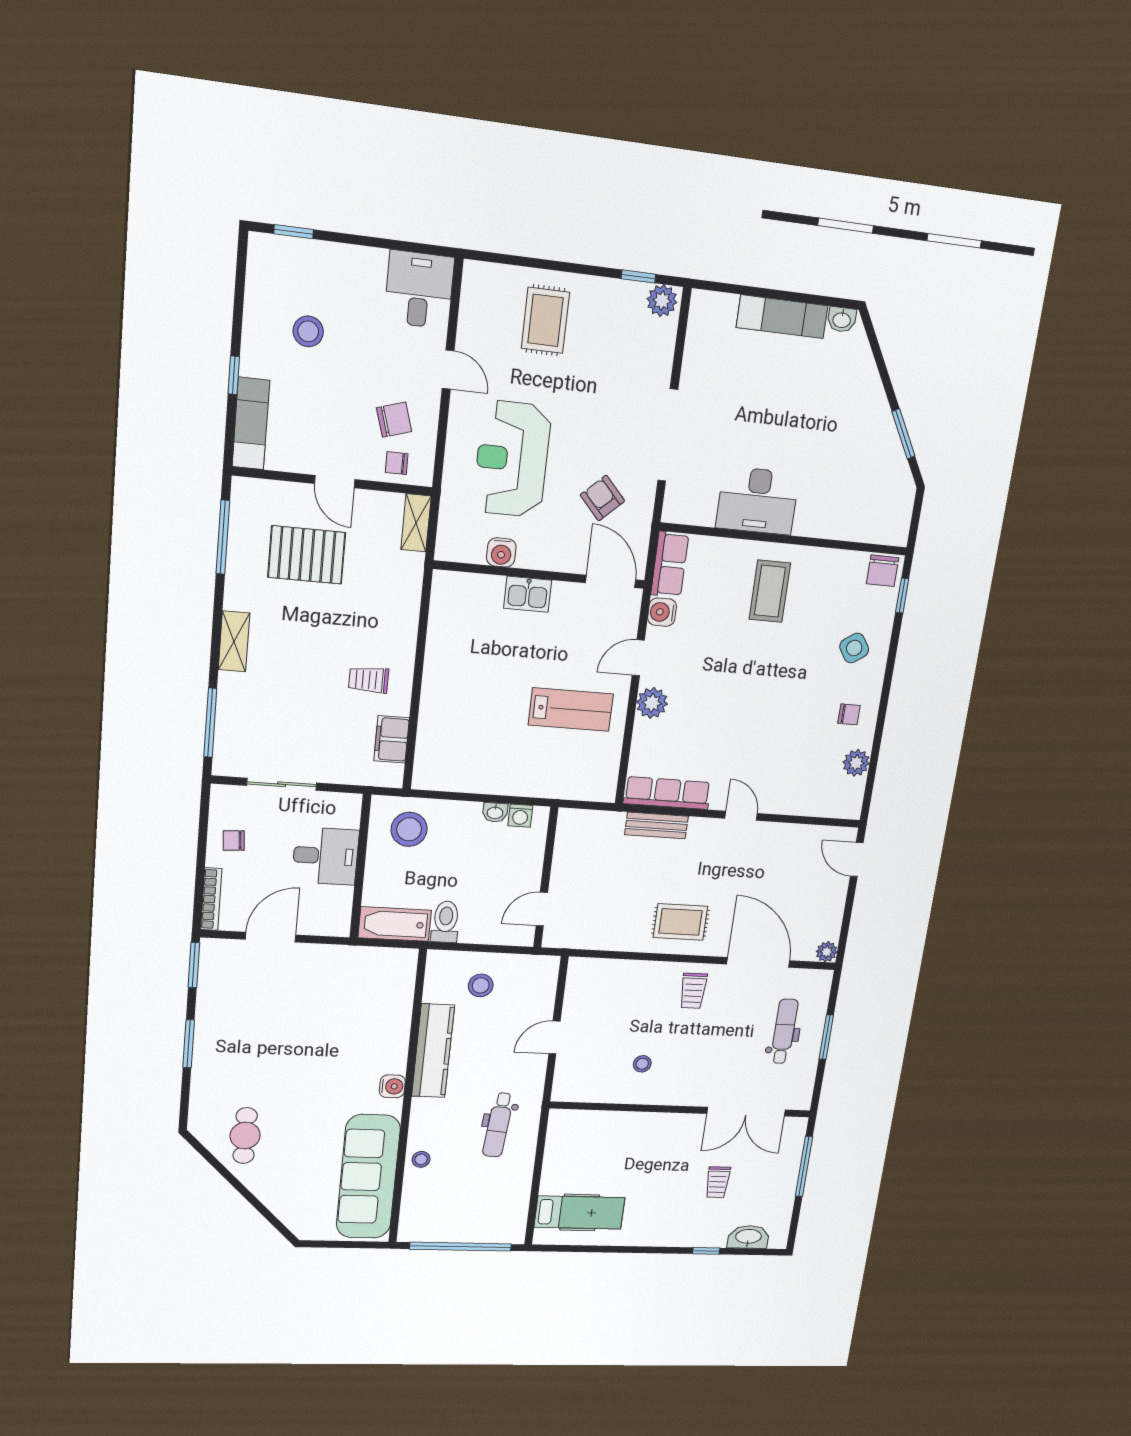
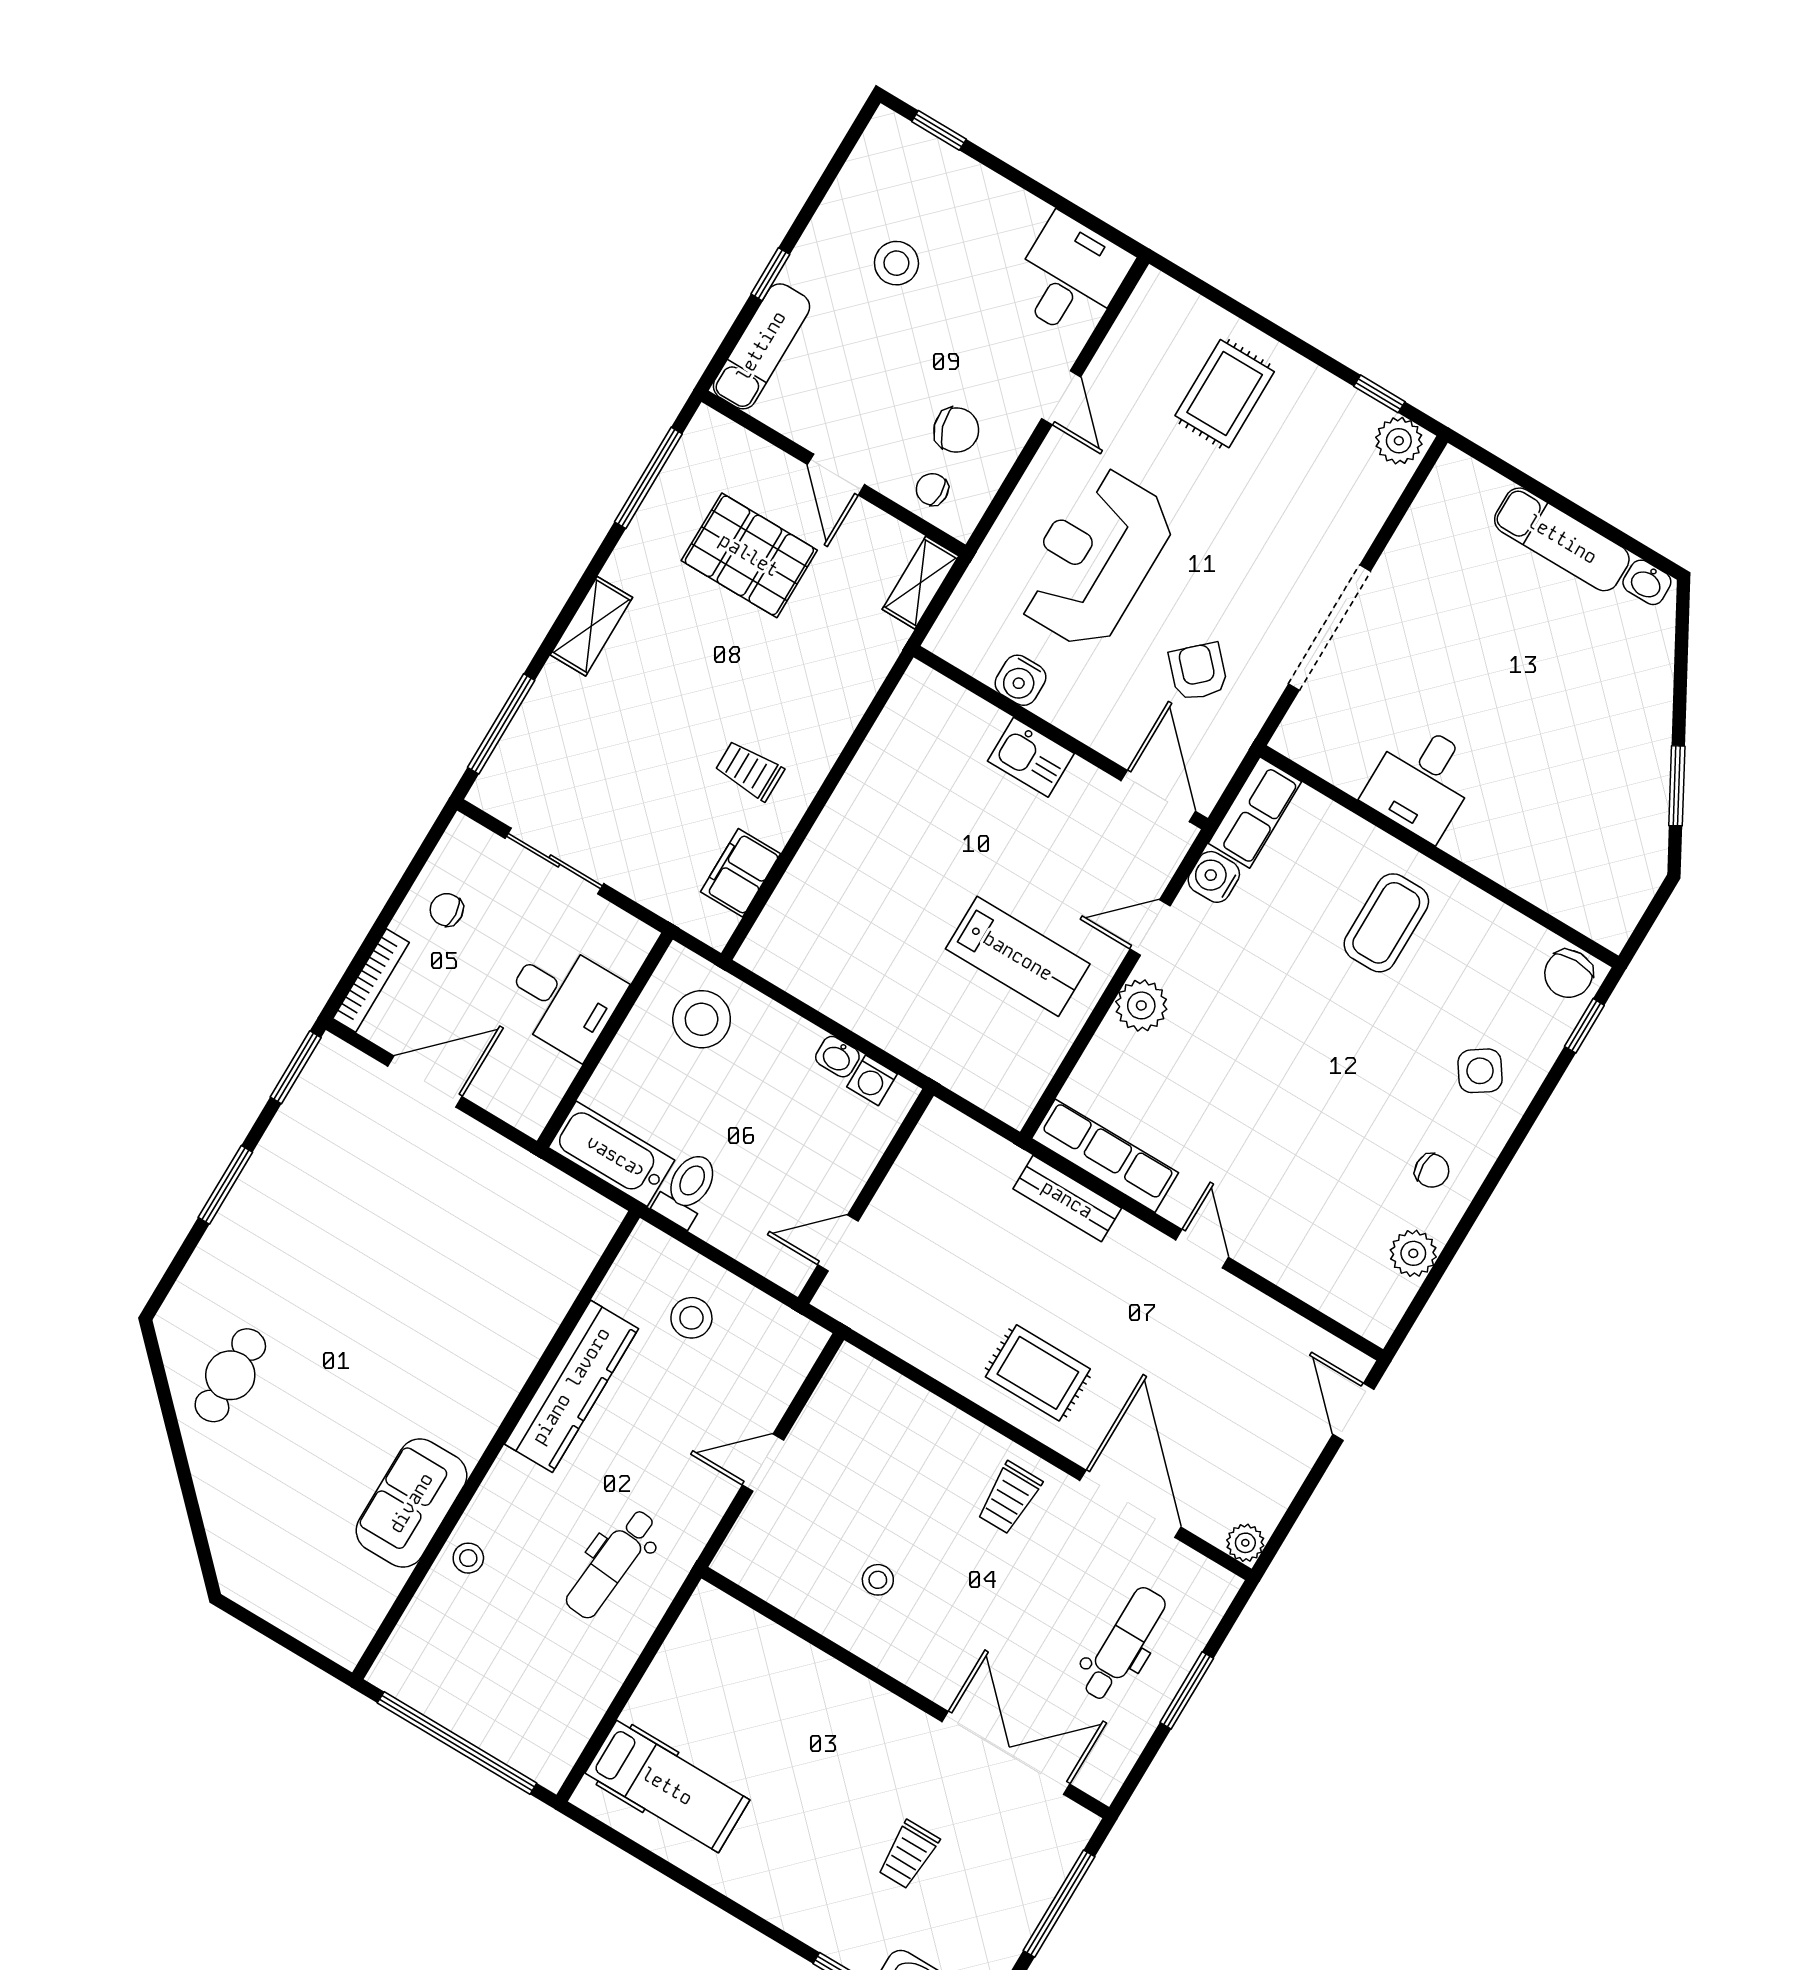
desk: (758, 501) -> (1422, 781), width x0.73
water cooler: (392, 1086) -> (484, 1412), removed
double door: (746, 1112) -> (1006, 1753), swing flipped
sofa: (368, 1177) -> (411, 1503), width x0.54, depth x0.79

